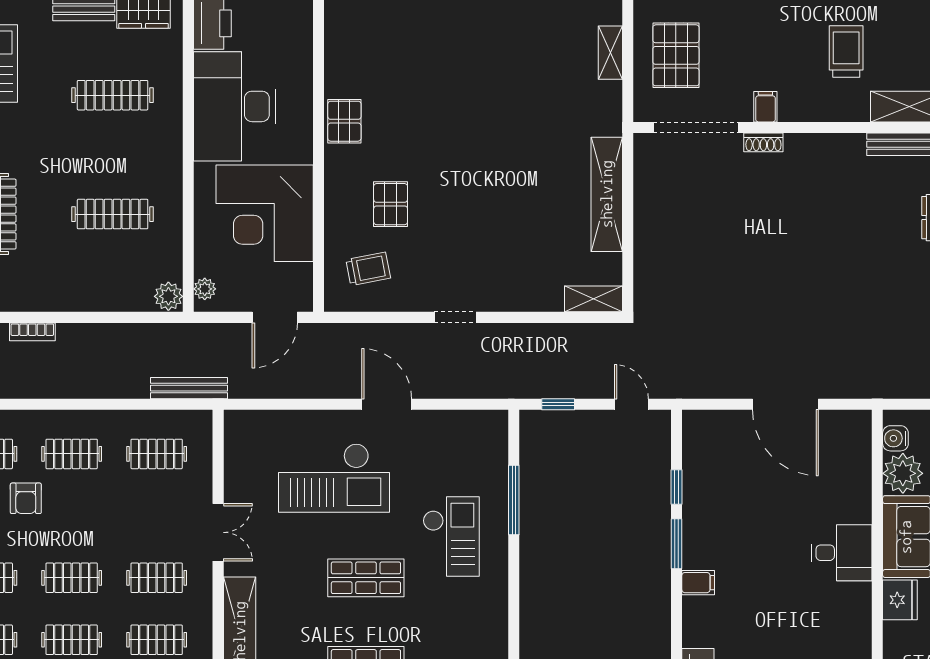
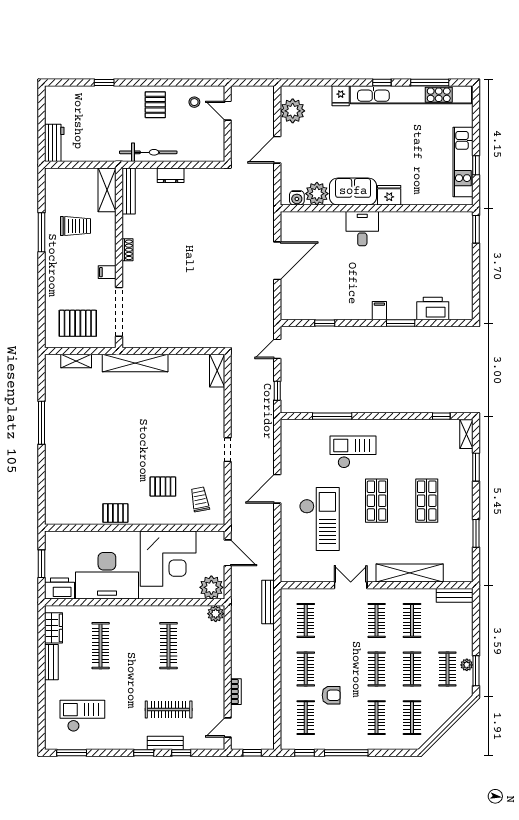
trolley: (846, 51) -> (76, 226), turned 180
shoe rack: (763, 142) -> (128, 250), moved
shelving: (607, 194) -> (135, 363), moved
plant: (205, 289) -> (211, 587), width x1.87, depth x1.87
window: (677, 544) -> (401, 323), moved

